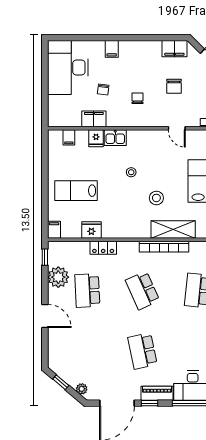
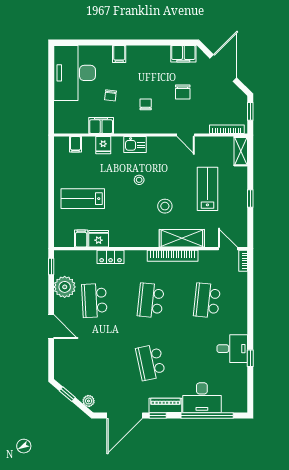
kitchen sink: (115, 138) -> (135, 145), moved
filing cabinet: (54, 230) -> (81, 239), moved
school desk: (142, 290) -> (151, 301), turned 30

